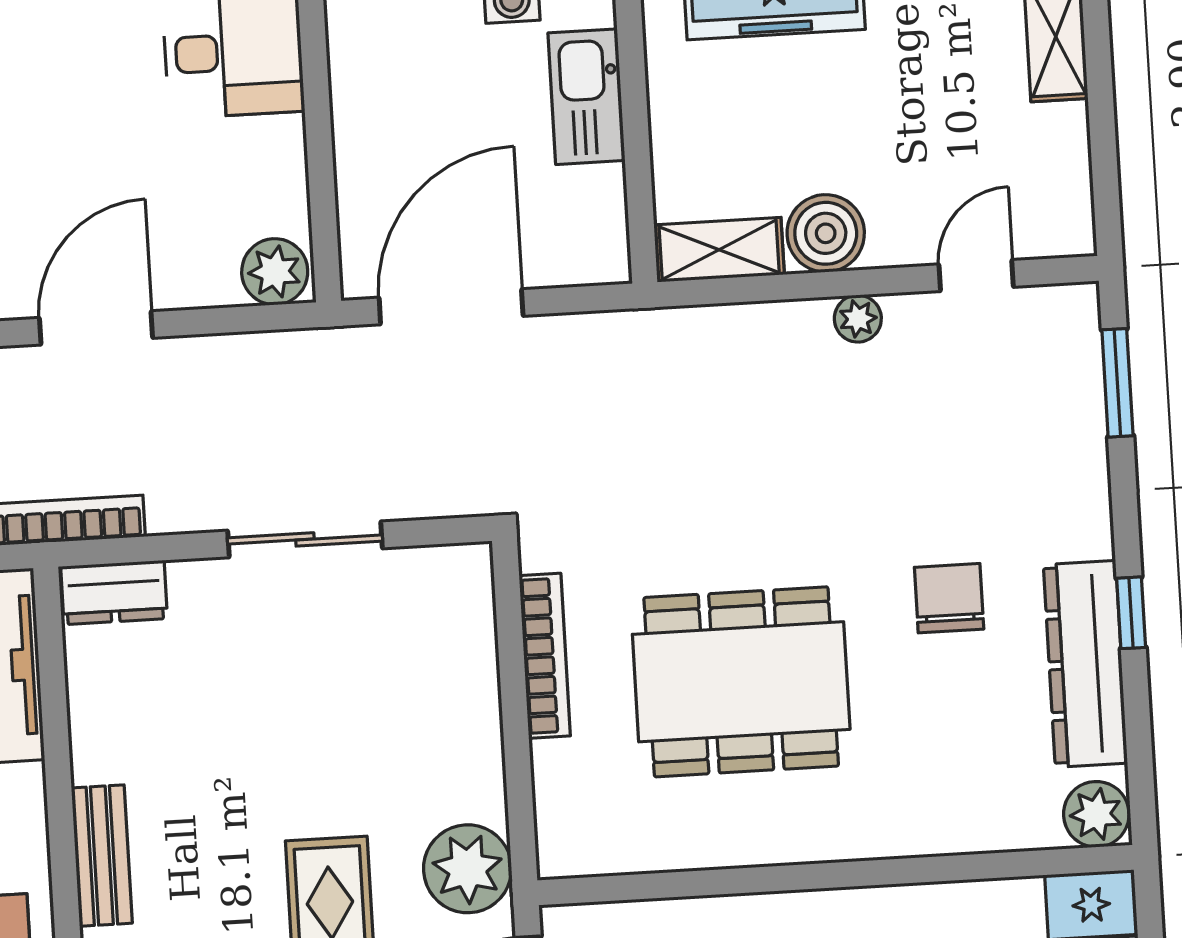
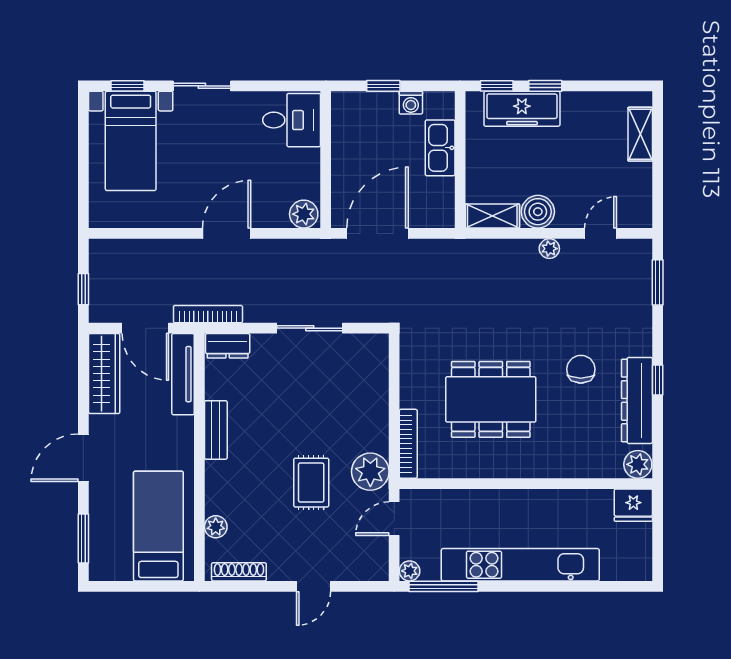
bookcase: (545, 656) -> (408, 444), moved
bench: (102, 856) -> (216, 430), moved

